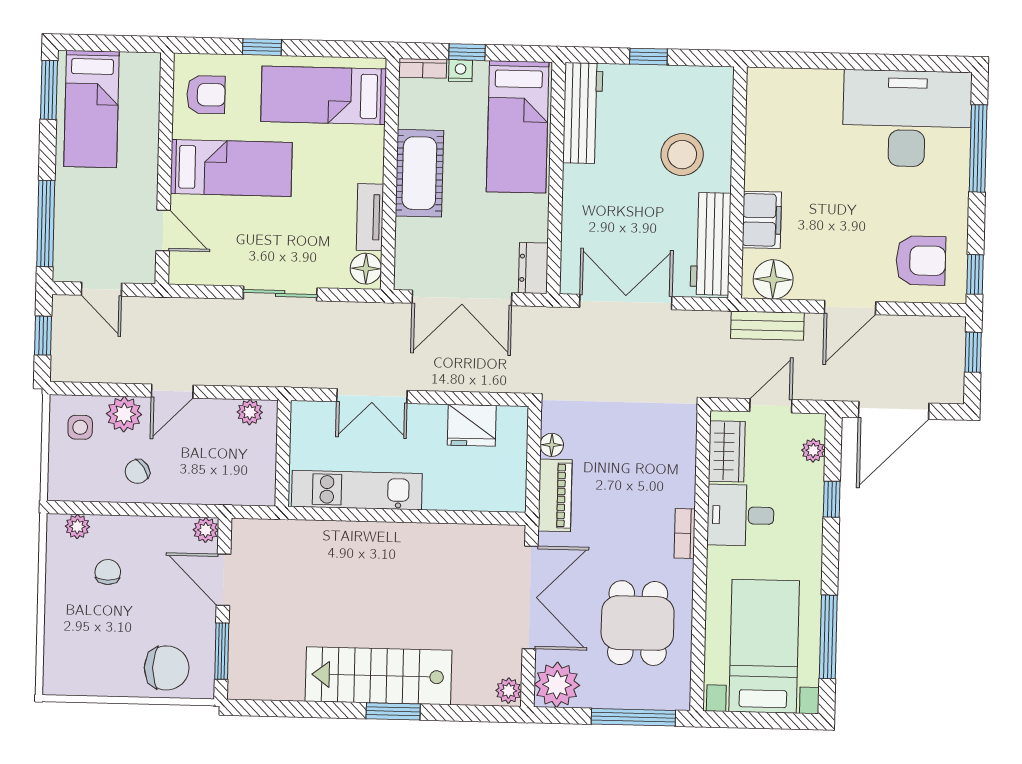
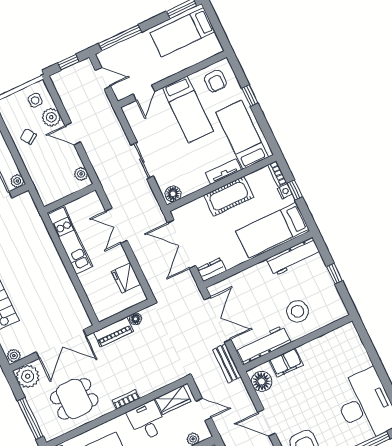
tv unit: (370, 217) -> (223, 171), moved
door: (102, 289) -> (103, 78), swing flipped
bench: (767, 326) -> (227, 363), moved

